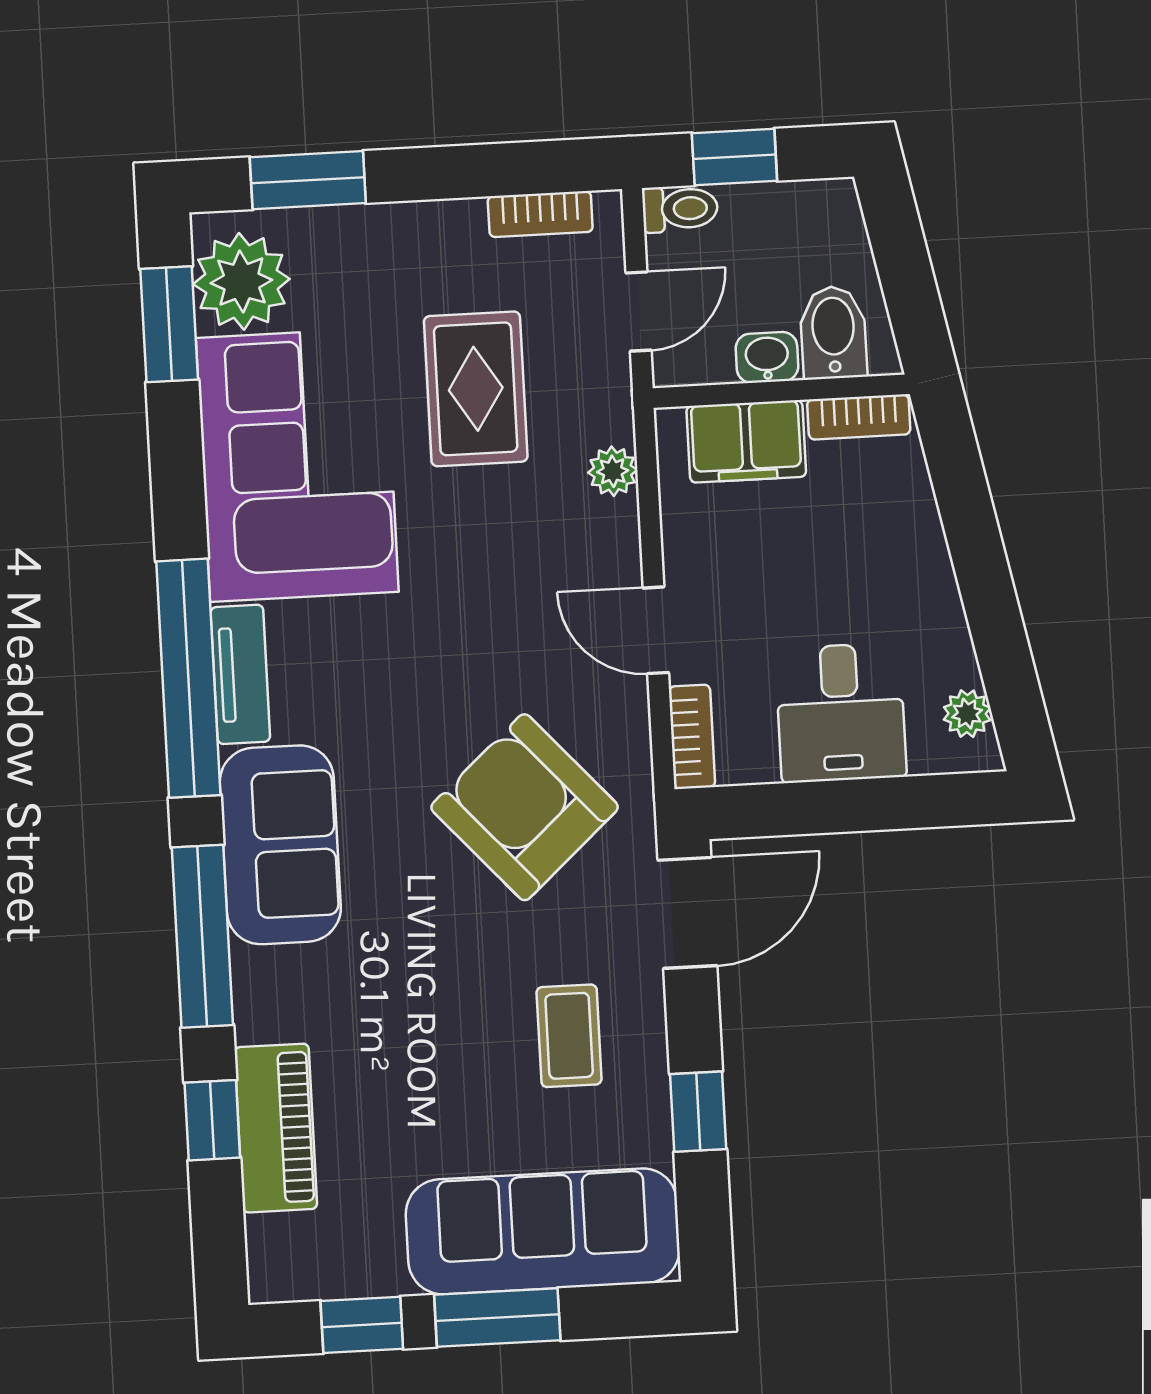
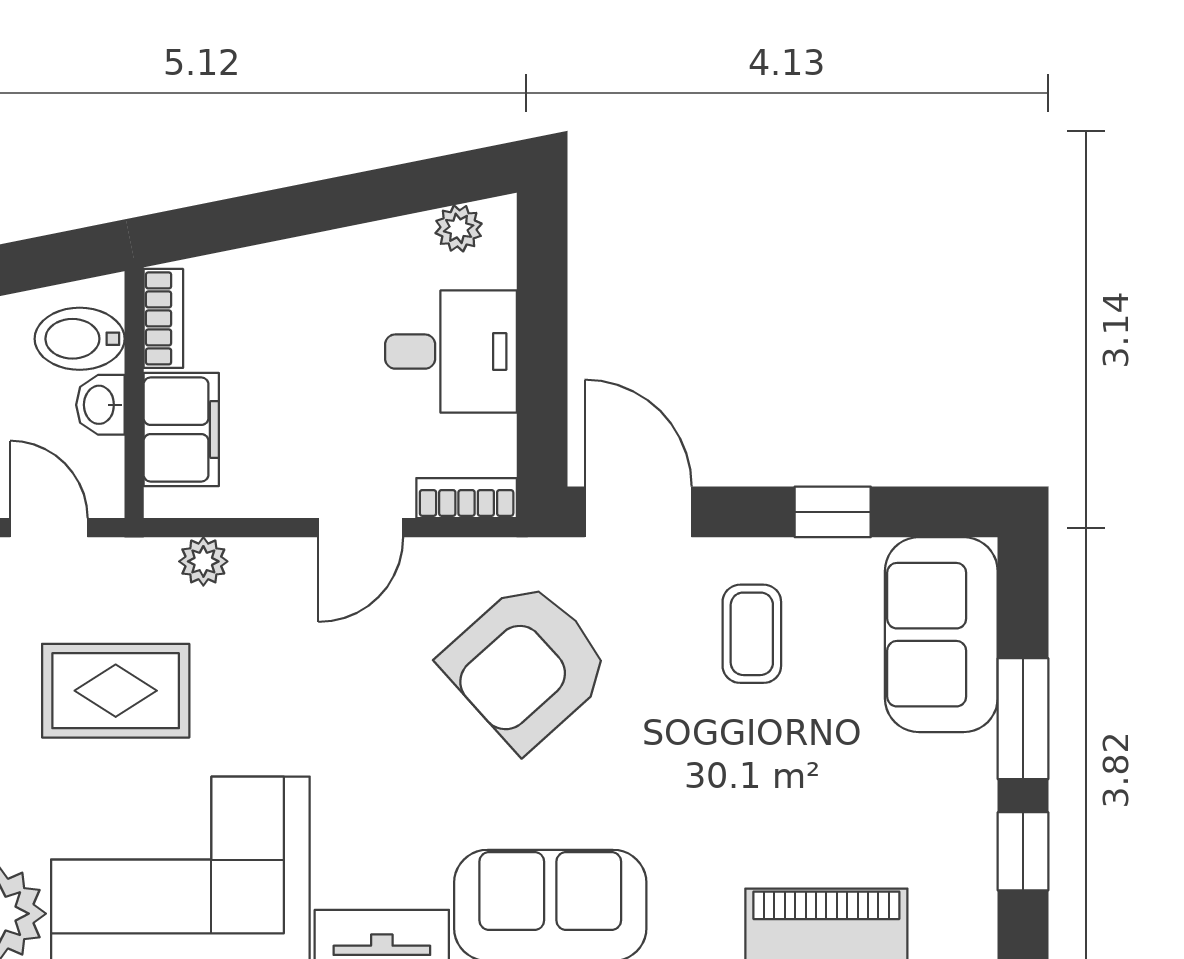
coffee table: (569, 1036) -> (752, 634), turned 90
sofa: (543, 1231) -> (941, 635), width x0.73

